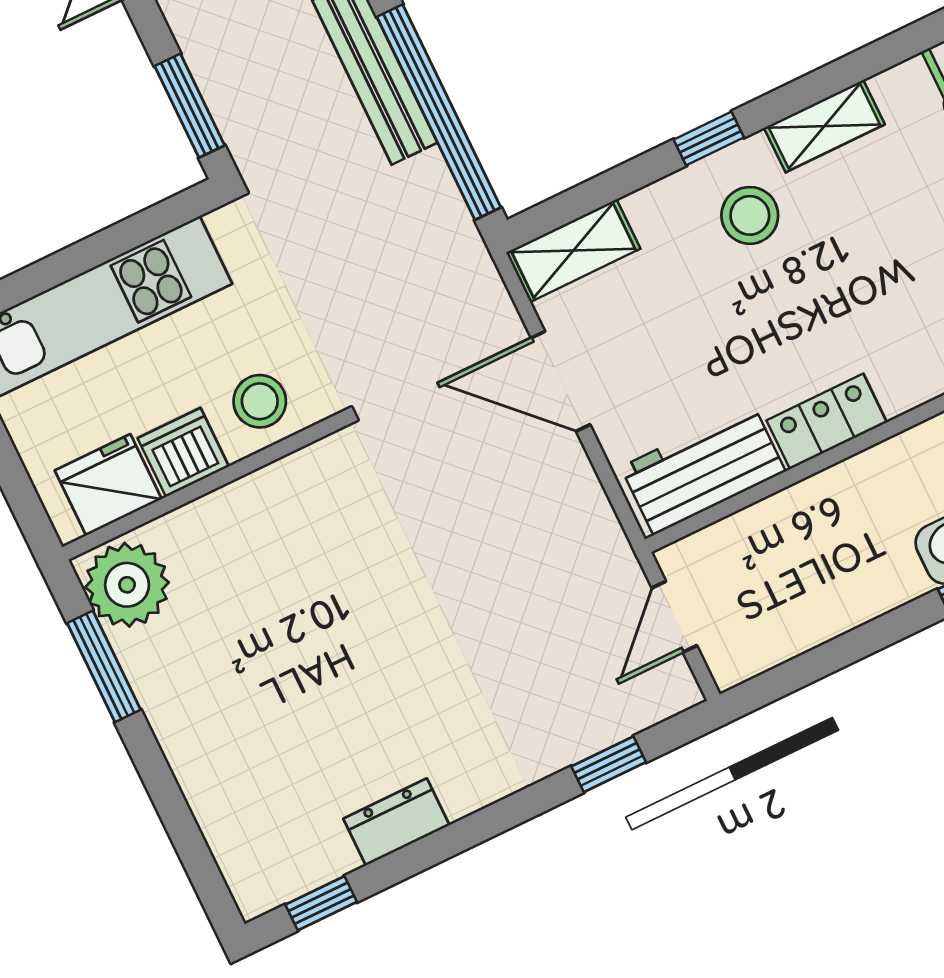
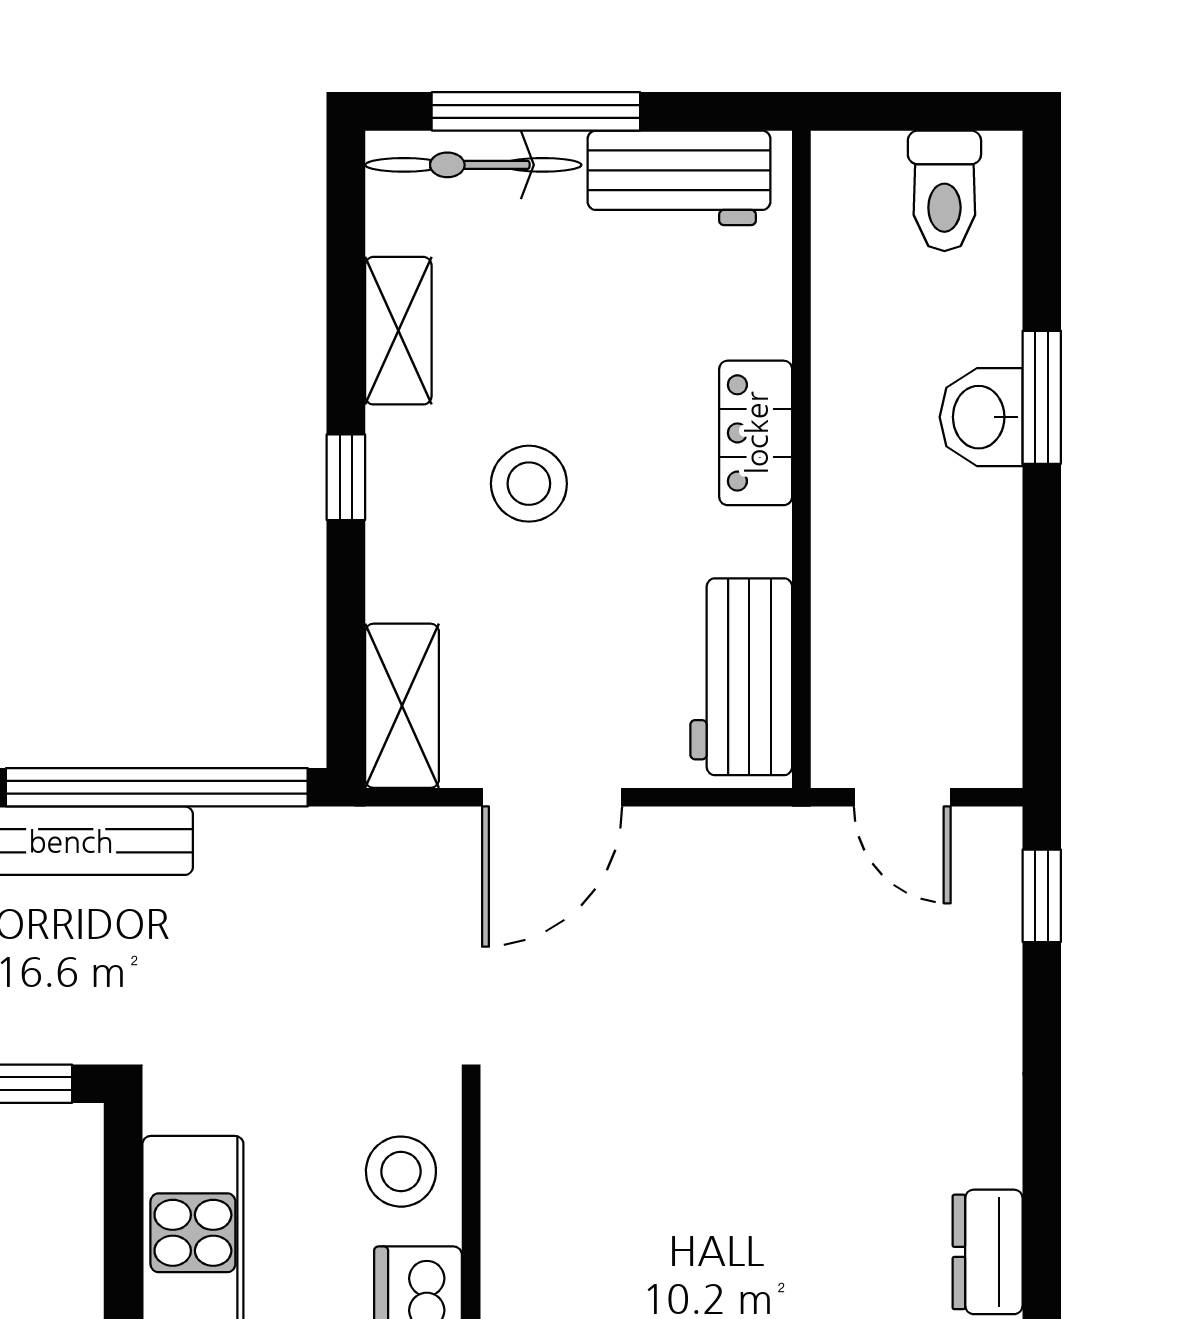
stool: (750, 215) -> (529, 484), moved
locker: (827, 421) -> (756, 433), moved
window: (609, 764) -> (1042, 896), moved

